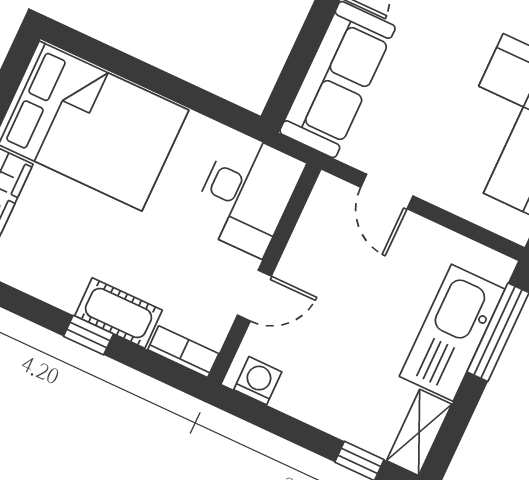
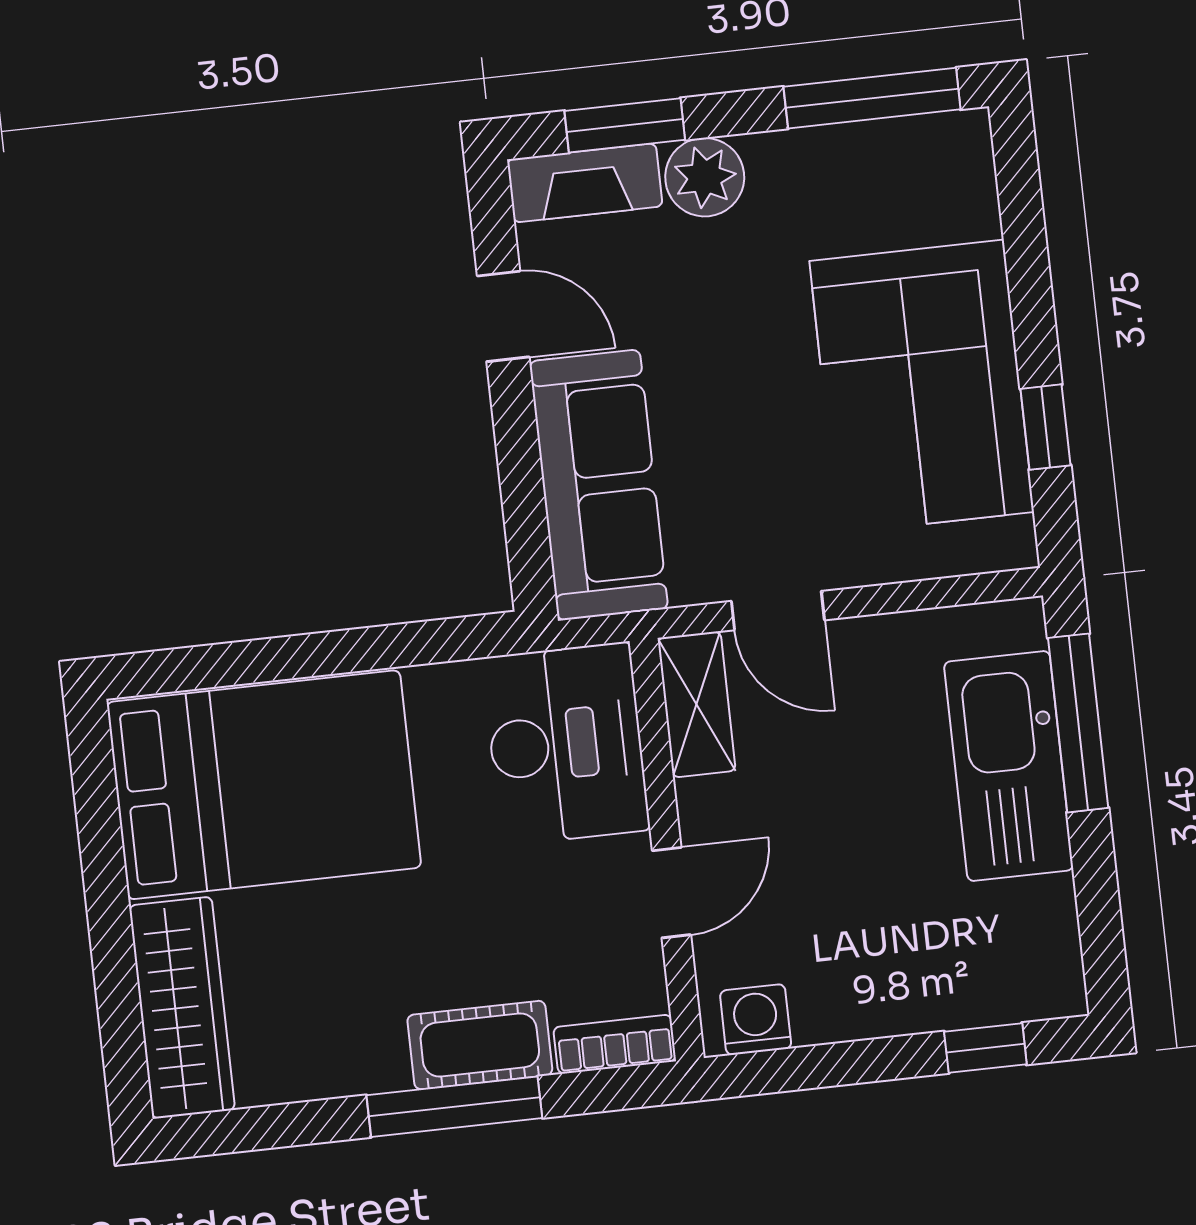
window: (88, 335) -> (454, 1107), width x2.17
shelving: (419, 432) -> (697, 704), moved

